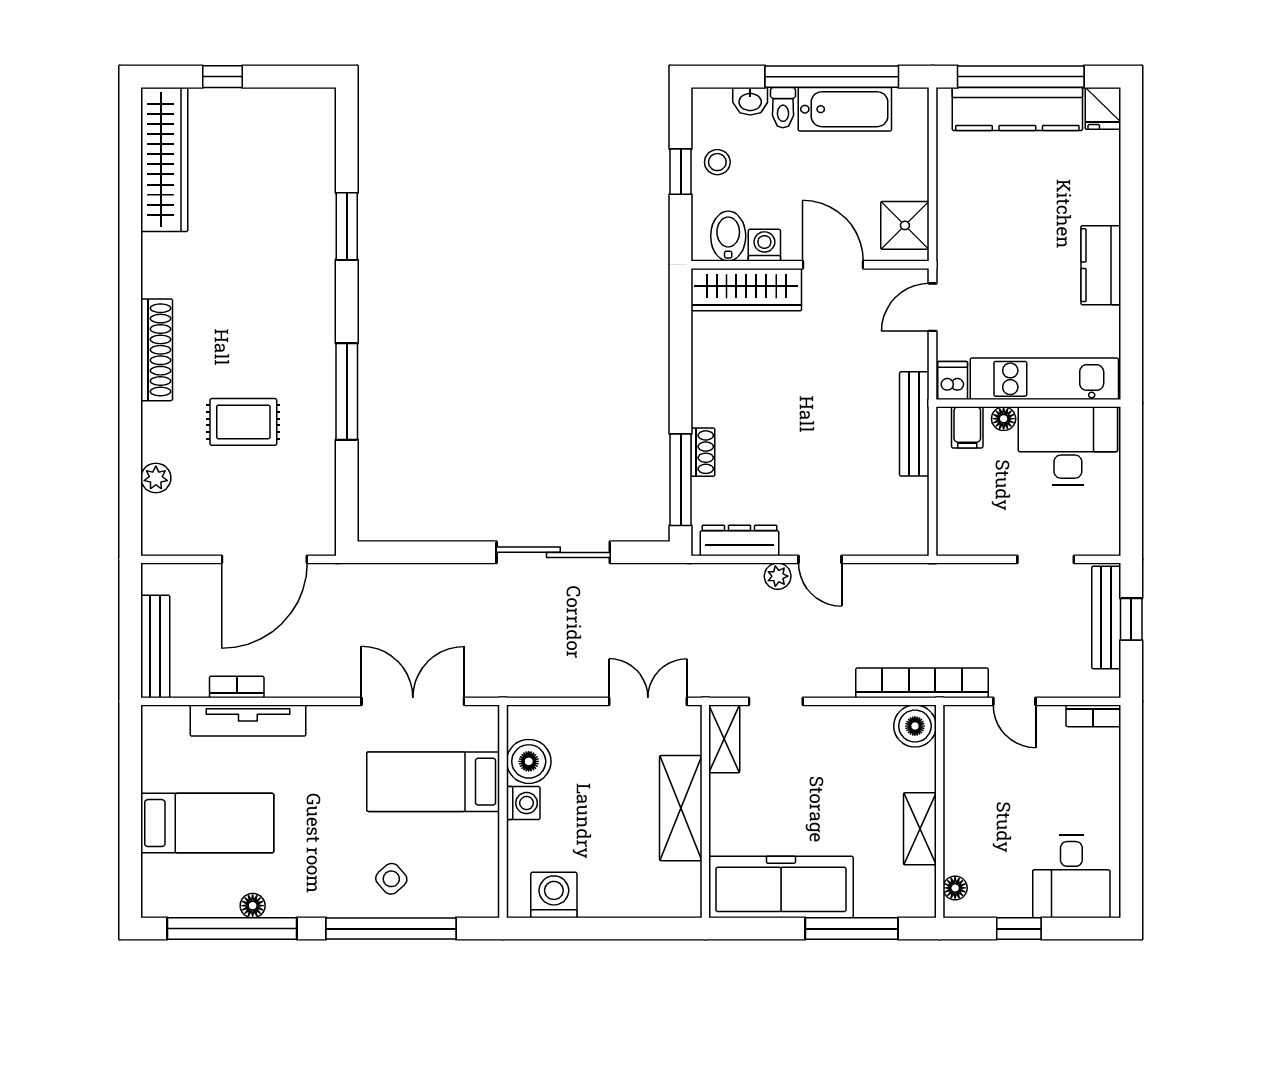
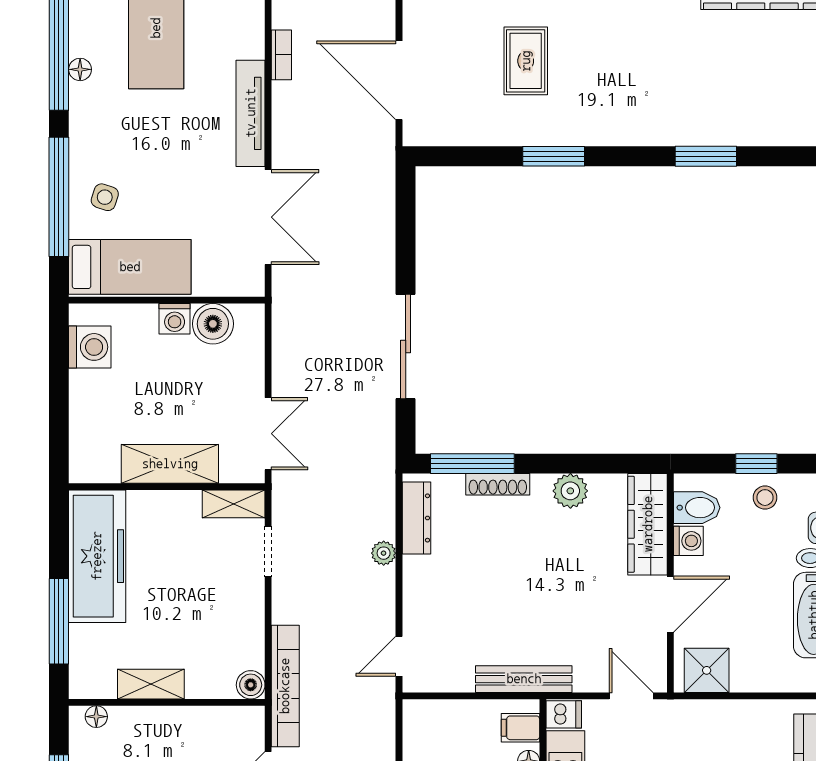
plant: (710, 373) -> (570, 491), added
window: (347, 392) -> (554, 156), width x0.69
shoe rack: (703, 452) -> (498, 484), width x1.43
door: (820, 559) -> (399, 656), moved
tv unit: (248, 721) -> (251, 113), moved
boiler: (915, 726) -> (251, 685), width x0.73, depth x0.73
bed: (433, 782) -> (130, 267), moved, turned 90
side table: (391, 879) -> (105, 197), turned -30

